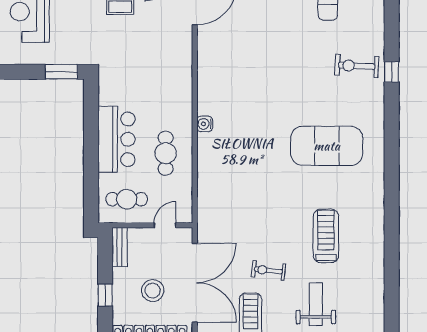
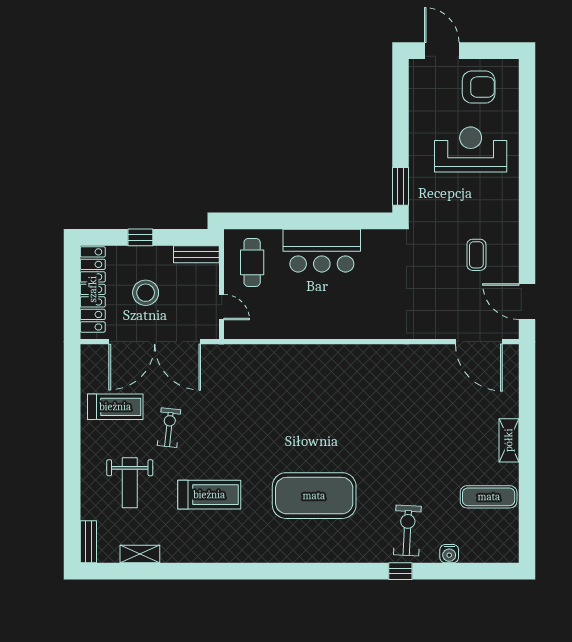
water cooler: (205, 124) -> (449, 554), moved, turned 180
exercise mat: (327, 146) -> (314, 496), turned 90
cafe table: (166, 153) -> (306, 308), removed
shelving: (377, 296) -> (140, 554), added
weight bench: (316, 304) -> (130, 483), turned 90

